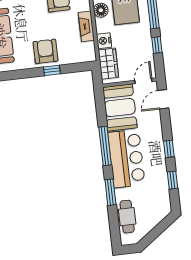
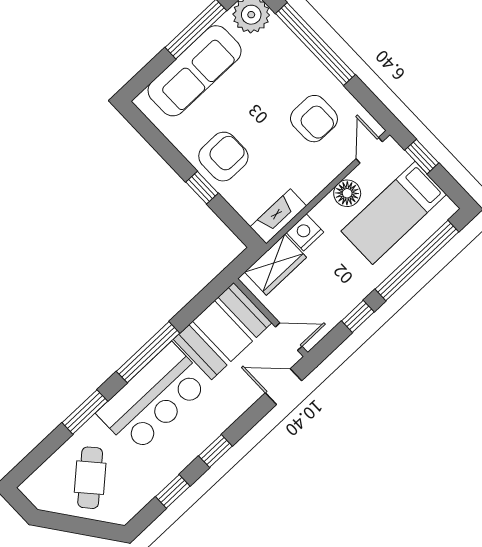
fireplace: (86, 26) -> (278, 216), moved
cafe table: (127, 217) -> (90, 478), moved, turned -42

